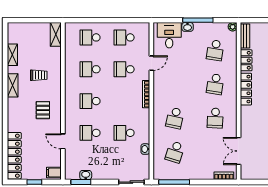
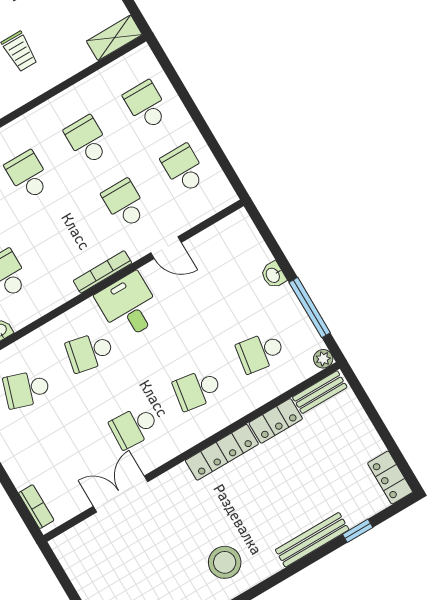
window: (198, 20) -> (310, 308), moved
desk: (169, 35) -> (129, 306), moved, turned -90
double door: (239, 151) -> (121, 494), moved

